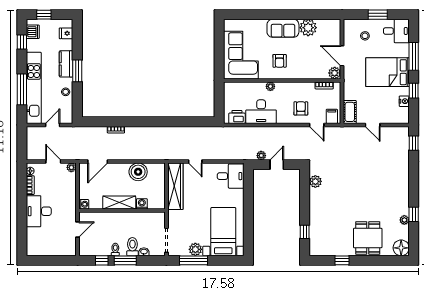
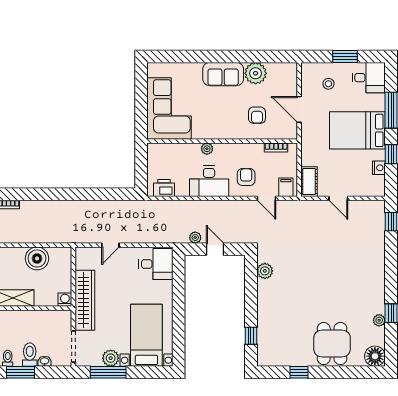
armchair: (280, 61) -> (257, 115), moved
plant: (335, 73) -> (289, 132), removed
desk: (261, 112) -> (209, 181), moved
door: (195, 161) -> (110, 245), hinge flipped
door: (277, 165) -> (215, 249), hinge flipped
wardrobe: (175, 186) -> (85, 300), moved
washing machine: (142, 204) -> (65, 300), moved

